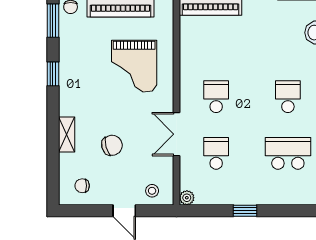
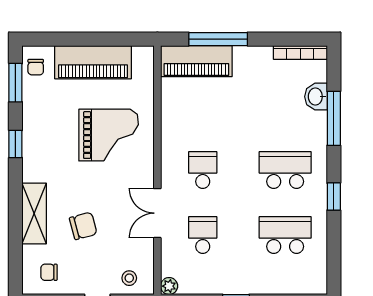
grand piano: (134, 66) -> (109, 135), turned -90
school desk: (288, 97) -> (285, 170), width x1.85
shelving: (67, 135) -> (34, 214), width x1.50, depth x1.33

